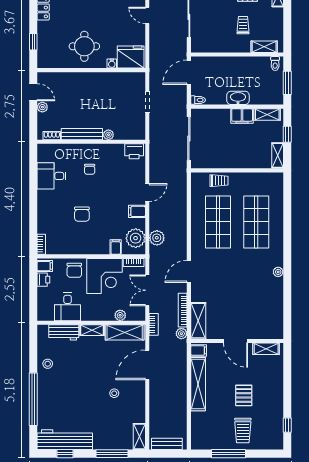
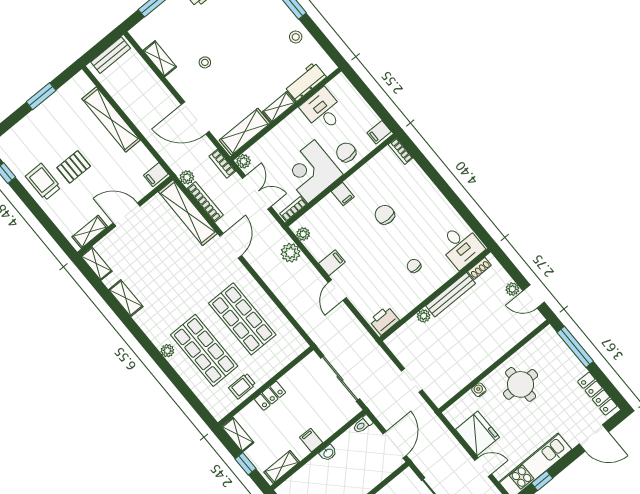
window: (33, 42) -> (575, 347), width x2.17
fridge: (131, 57) -> (477, 433), moved, turned -90
washbasin: (238, 98) -> (328, 453), width x0.52, depth x0.69
filing cabinet: (242, 116) -> (311, 440), width x0.50
locker: (239, 163) -> (270, 396), added
desk: (52, 176) -> (461, 246), moved, turned 90
trolley: (219, 181) -> (242, 386), moved
plant: (136, 238) -> (303, 234), width x0.53, depth x0.53
filing cabinet: (116, 247) -> (343, 194), moved
plant: (278, 272) -> (167, 351), moved
printer: (43, 280) -> (369, 117), removed
shelving: (277, 292) -> (126, 298), added
plant: (120, 315) -> (244, 161), moved
shelving: (198, 321) -> (188, 213), width x1.47
shelving: (278, 327) -> (96, 264), added
door: (147, 365) -> (195, 118), swing flipped
shelving: (198, 384) -> (111, 119), moved
pallet: (244, 395) -> (74, 167), turned 90
trolley: (243, 431) -> (43, 182), moved
shelving: (139, 436) -> (160, 59), moved
window: (228, 454) -> (41, 96), width x0.69

